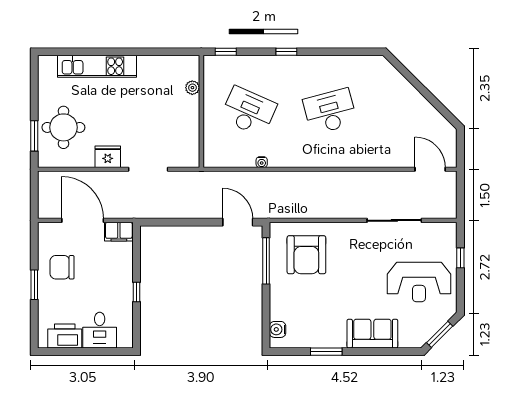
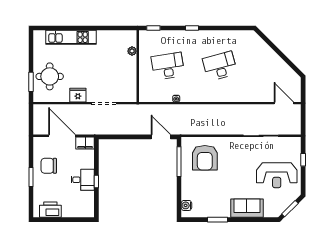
desk: (248, 111) -> (168, 66), turned -33
desk: (100, 330) -> (83, 180), moved, turned -90

